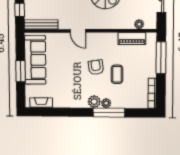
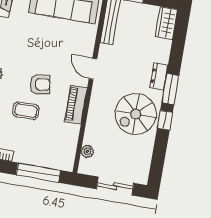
door: (78, 31) -> (93, 69), hinge flipped
piano: (132, 39) -> (76, 105), moved

